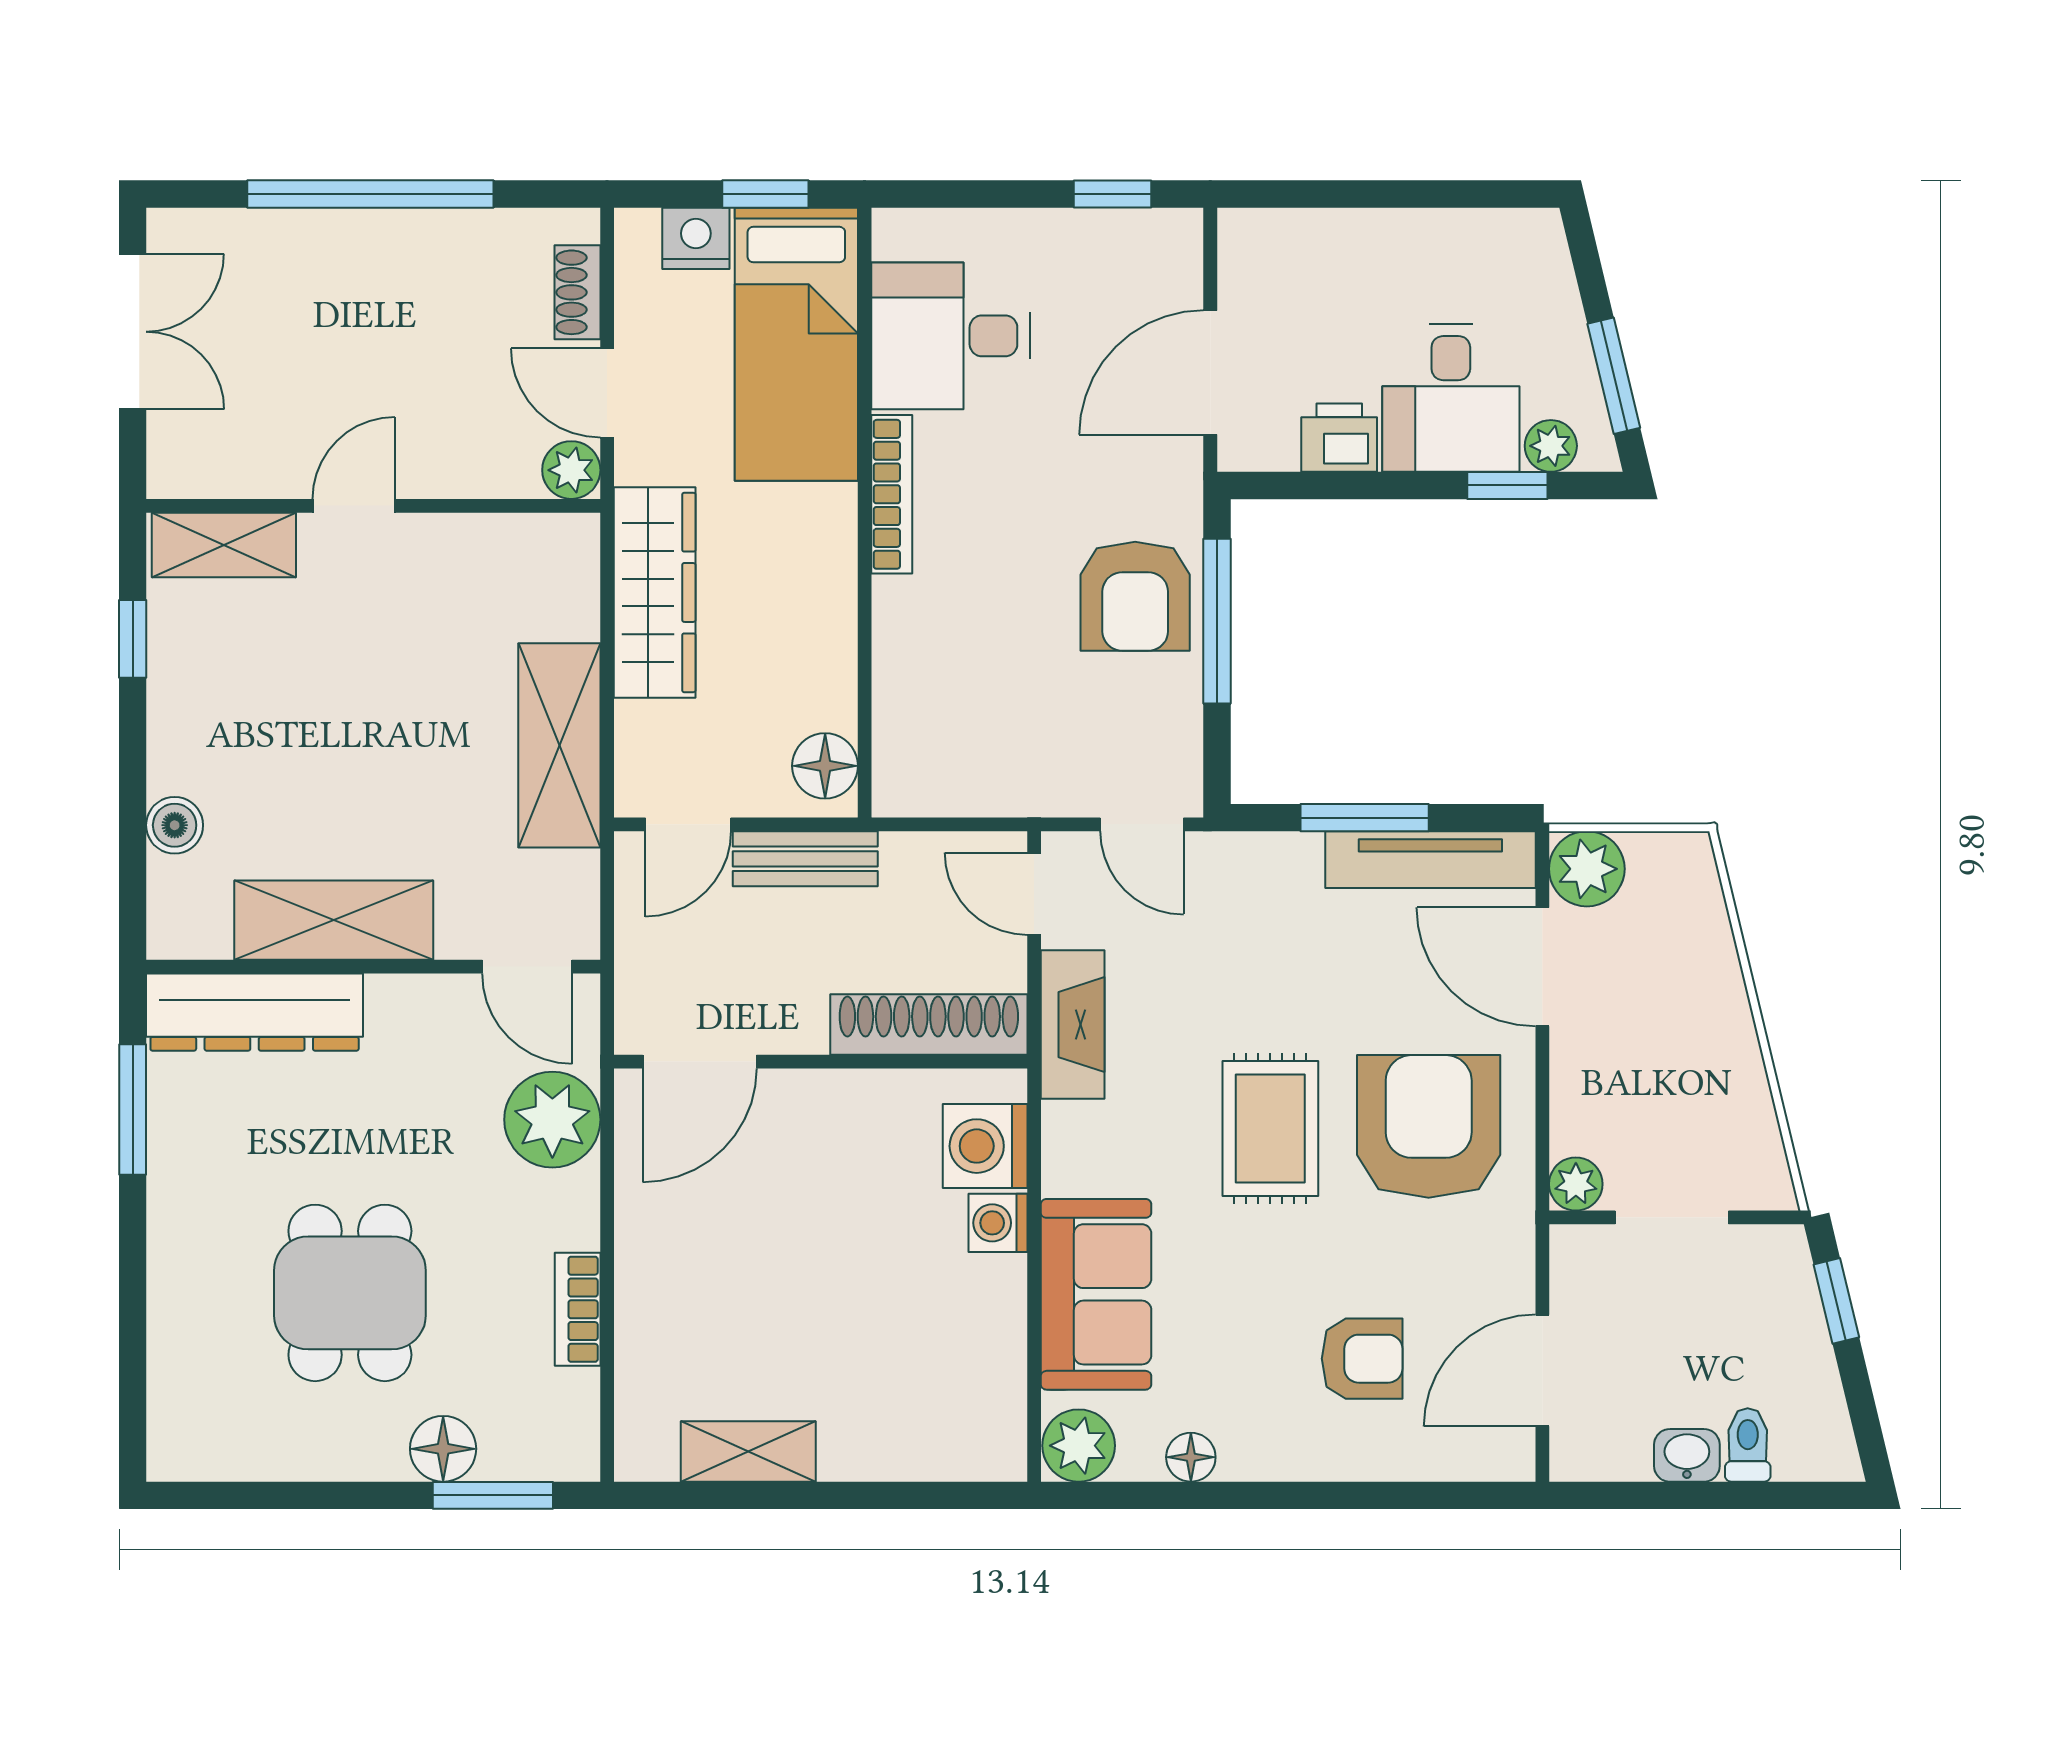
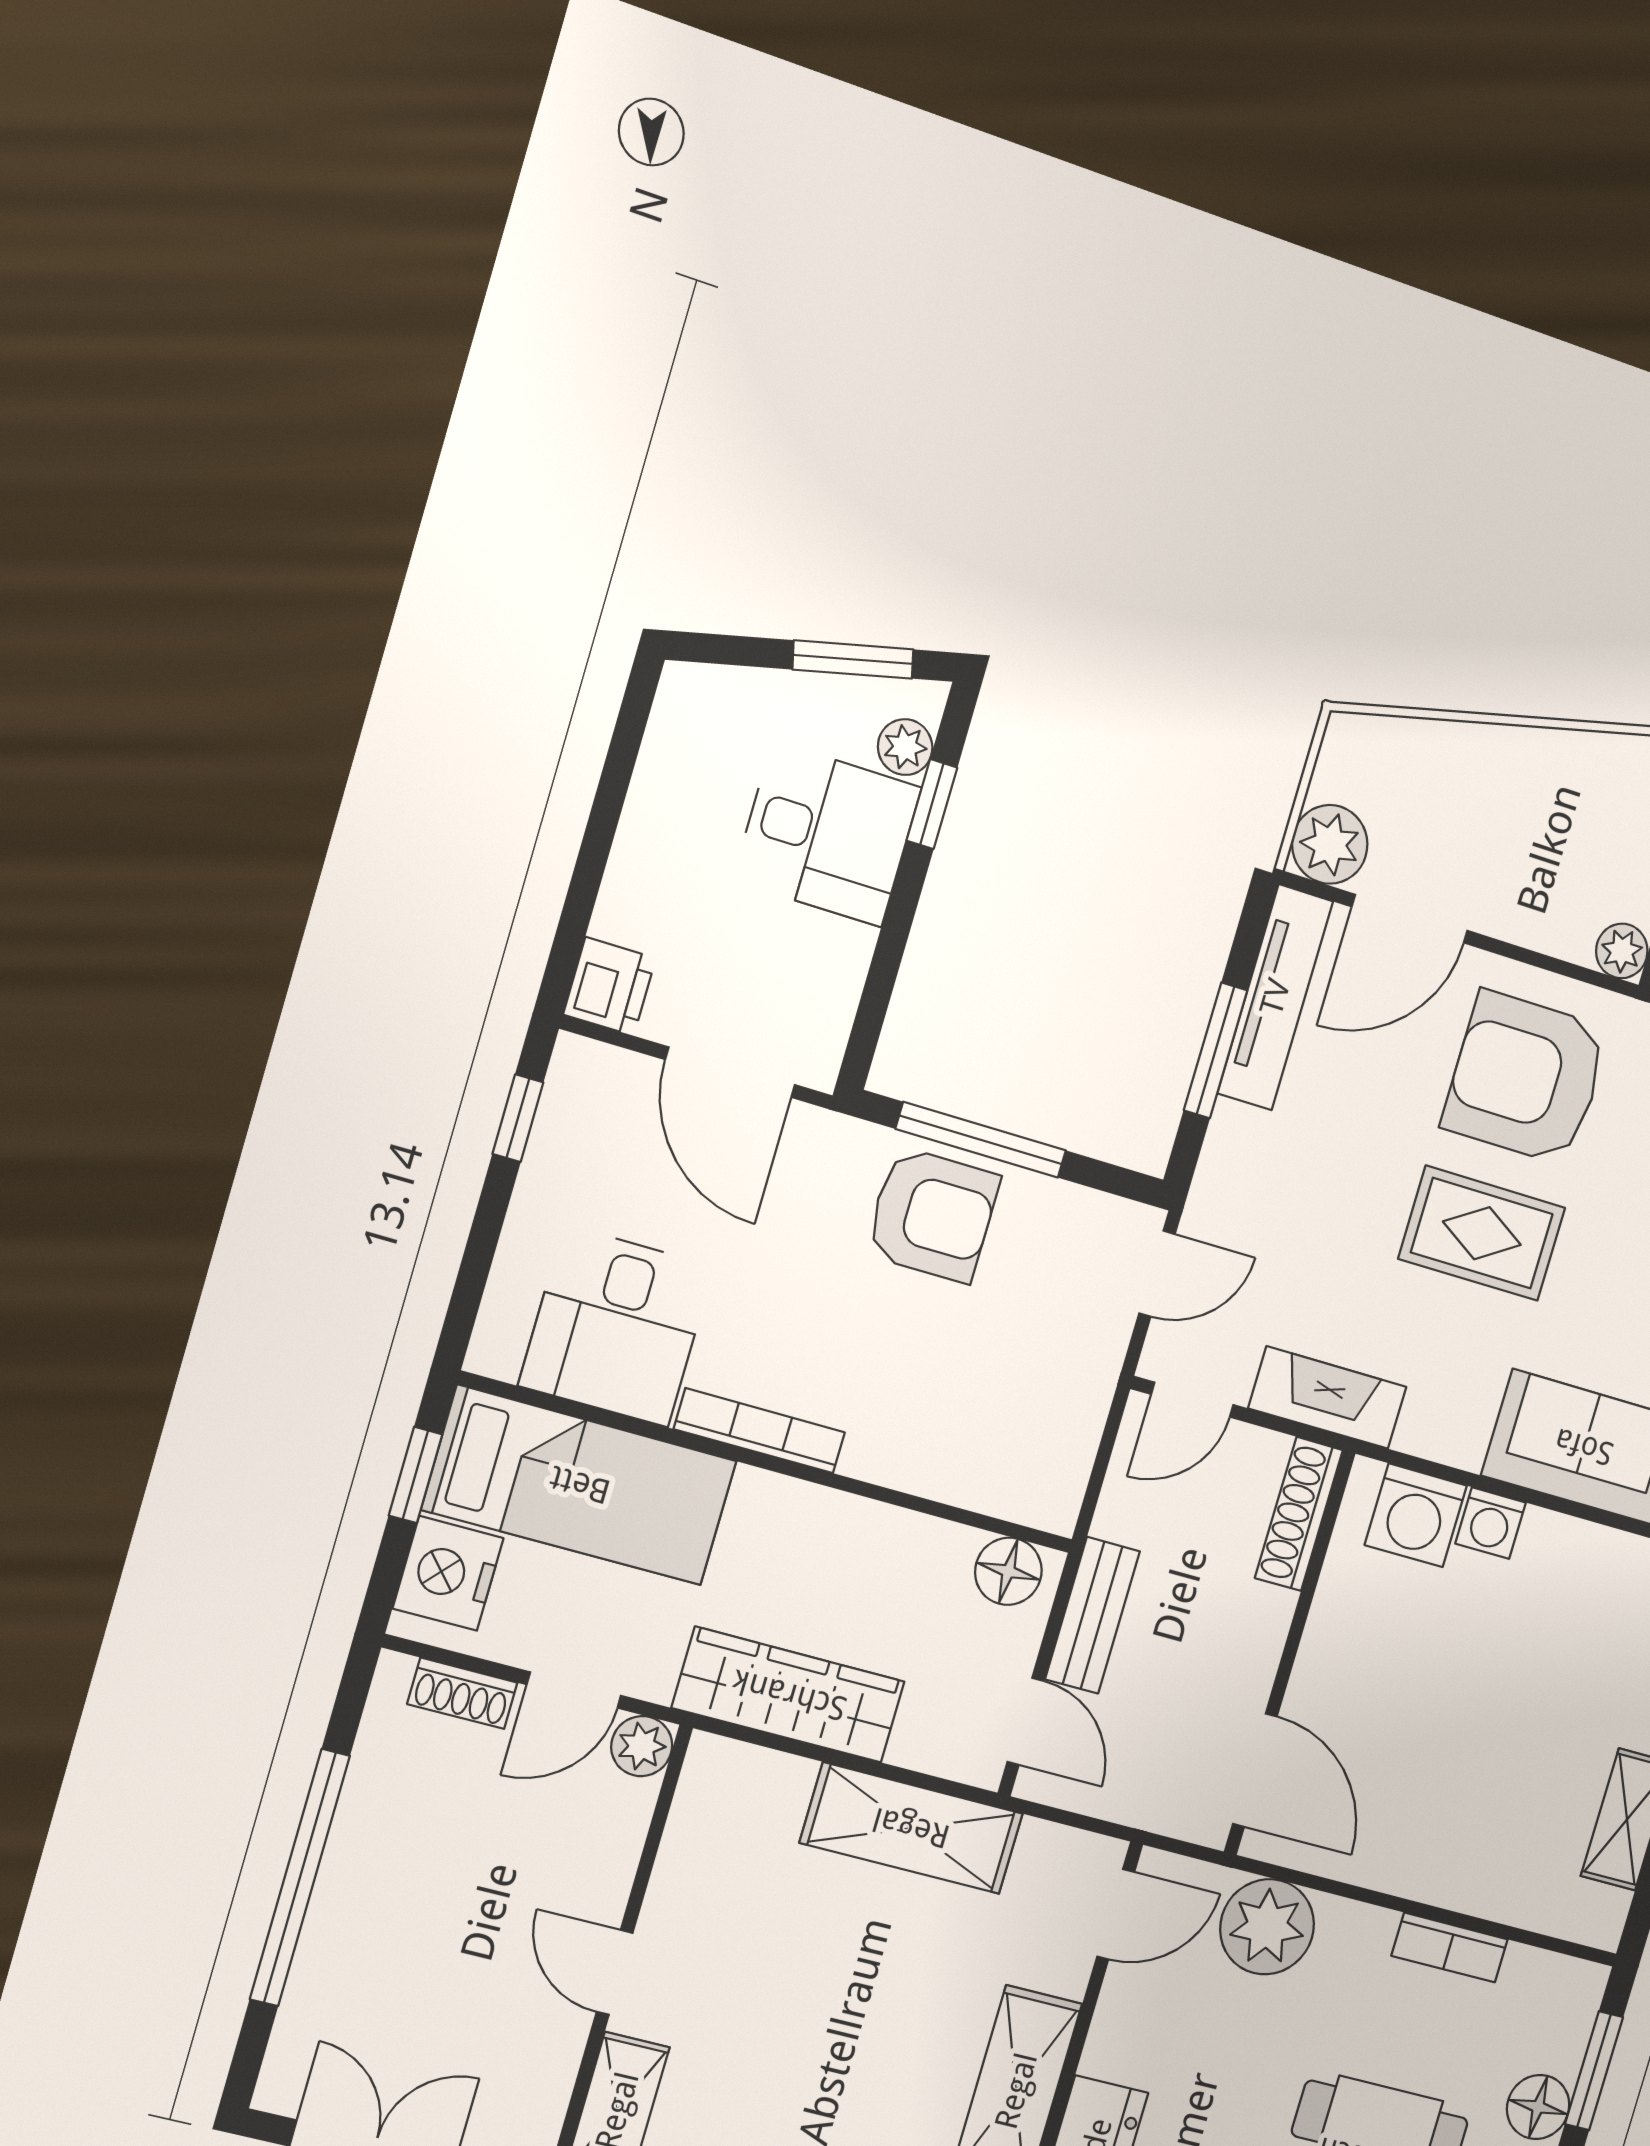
nightstand: (696, 238) -> (448, 1573), width x1.36, depth x1.33
printer: (1339, 438) -> (610, 986), moved, turned 180
shoe rack: (929, 1024) -> (1299, 1514), width x0.74, depth x0.81

